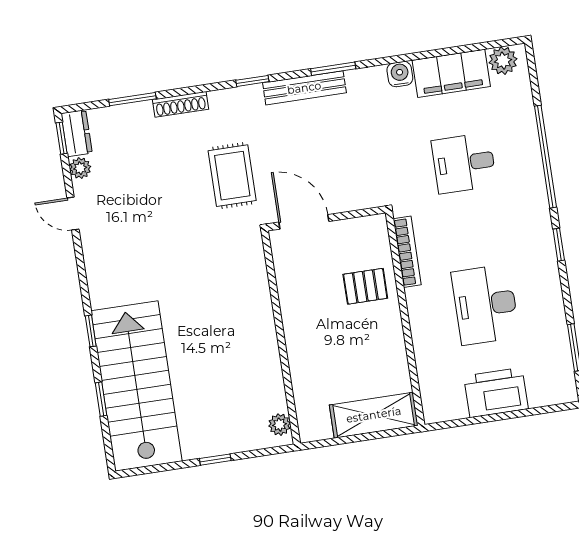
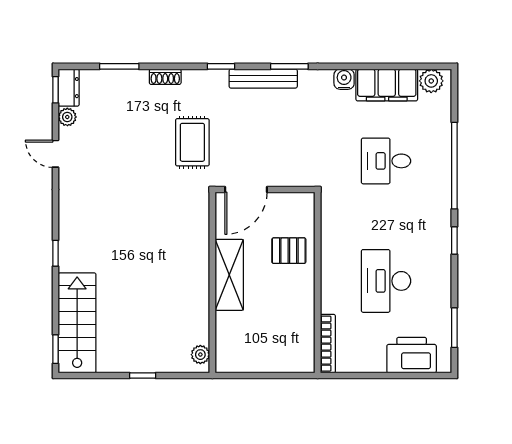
shoe rack: (181, 104) -> (165, 77), width x0.70
door: (304, 222) -> (246, 190), swing flipped
bookcase: (407, 252) -> (328, 344), moved
stairs: (136, 386) -> (77, 323), width x0.73, depth x0.66
printer: (496, 392) -> (412, 355), moved
window: (101, 399) -> (56, 349), moved
shelving: (374, 415) -> (229, 275), moved, turned 90

